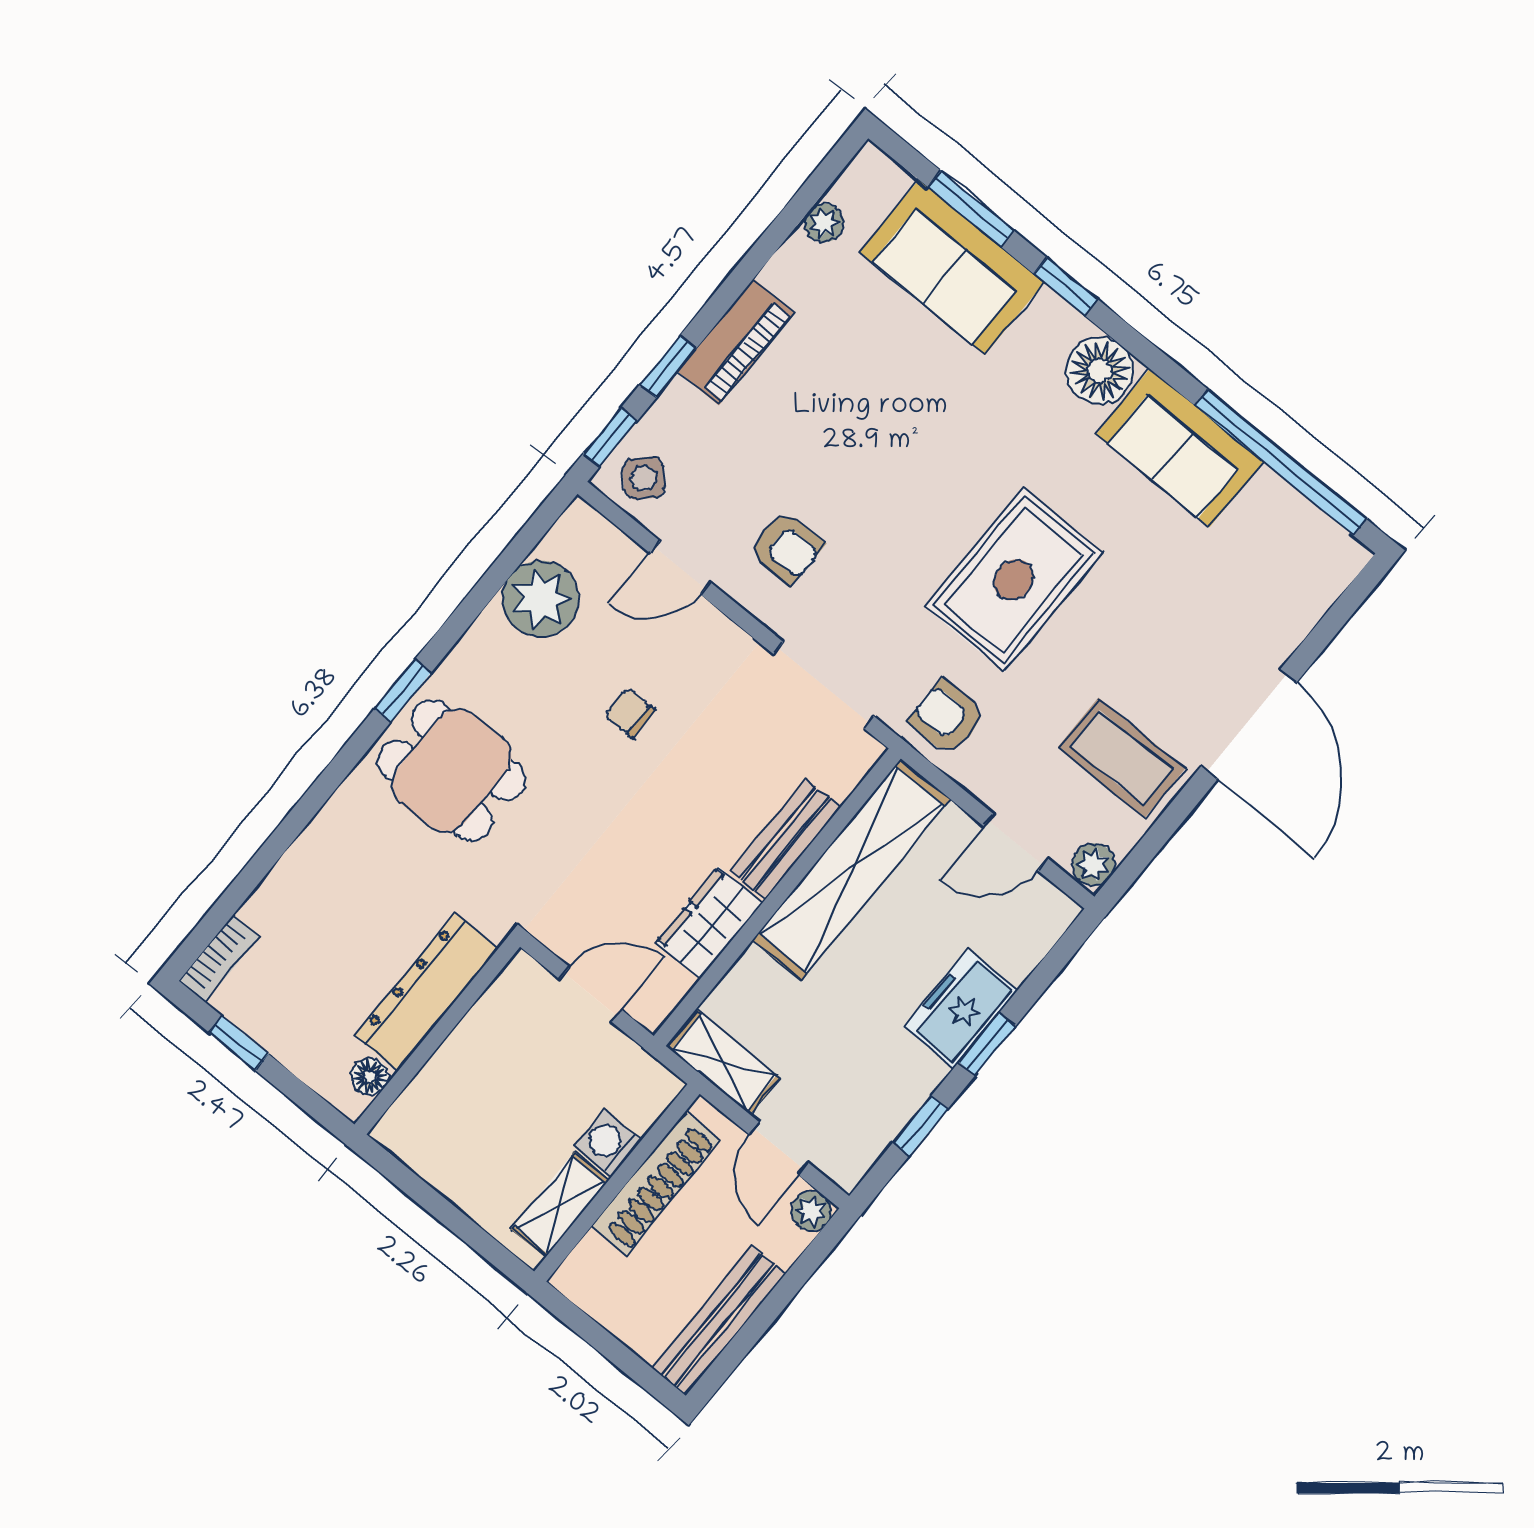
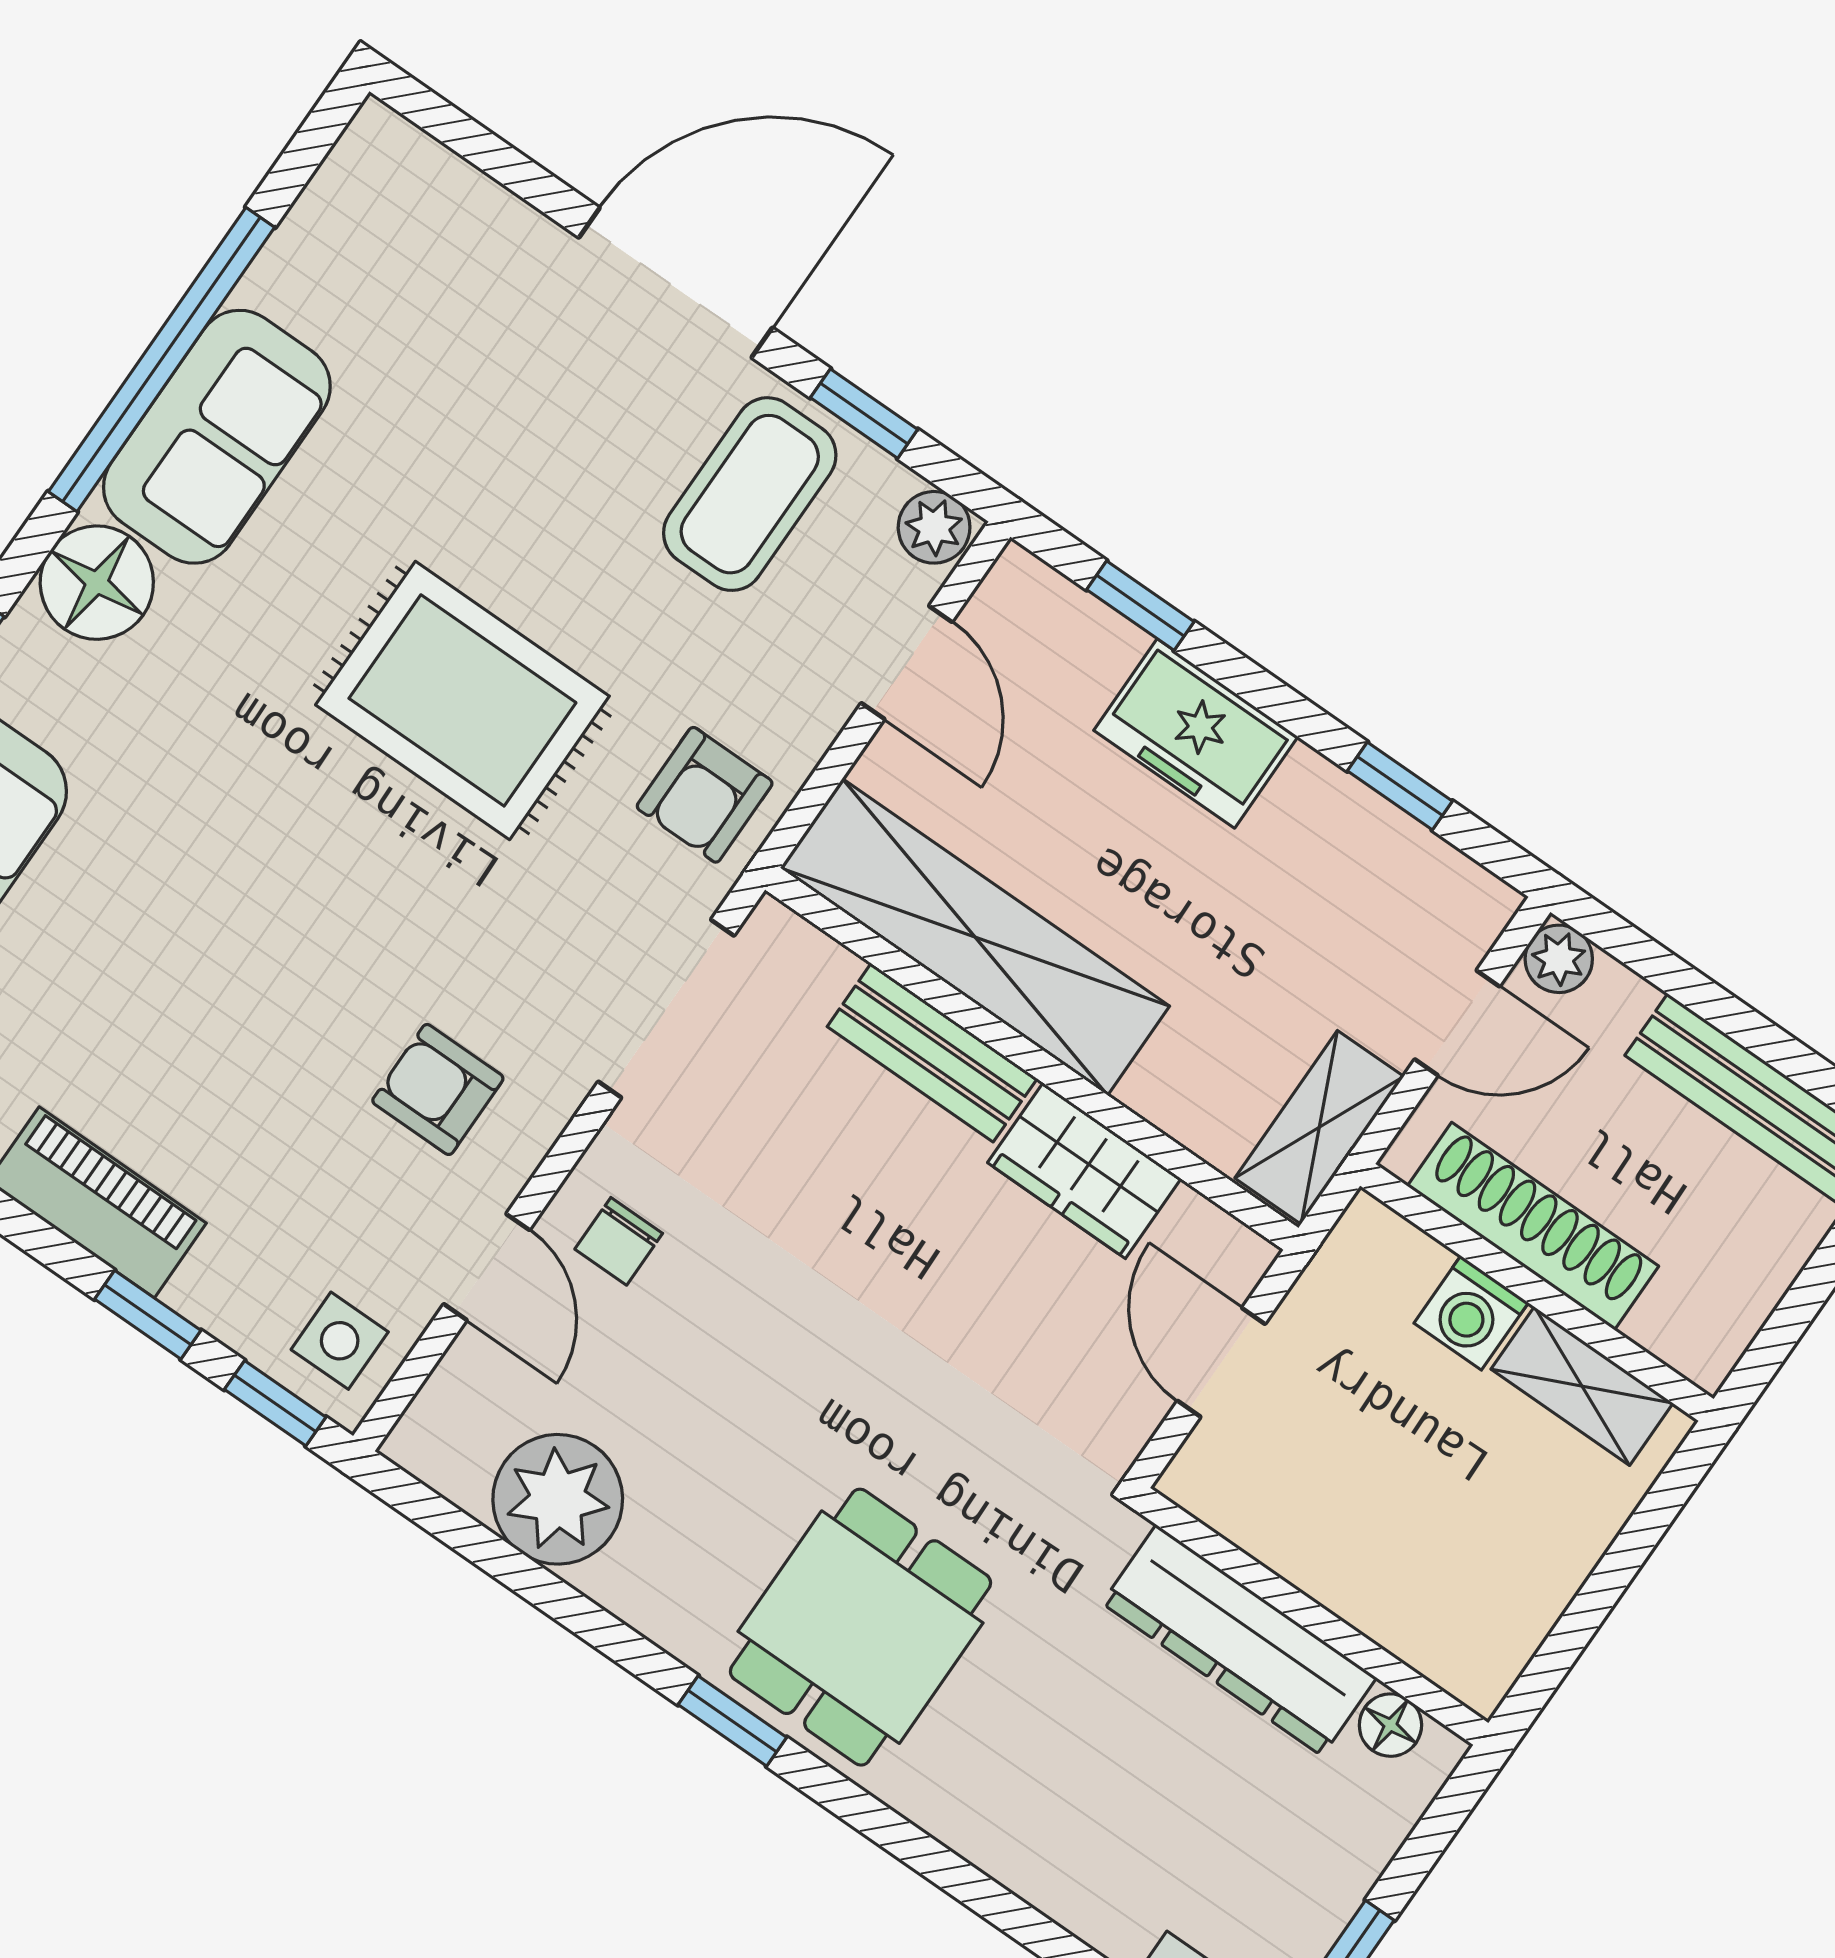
window: (1281, 462) -> (161, 360), moved
side table: (644, 478) -> (340, 1341), turned 45
armchair: (787, 547) -> (438, 1089), turned -90
chair: (630, 713) -> (619, 1241), moved
window: (1163, 829) -> (864, 414), added
window: (987, 1044) -> (1140, 606), moved

